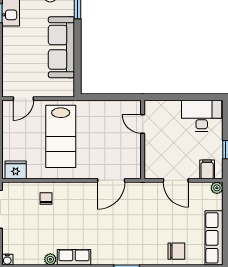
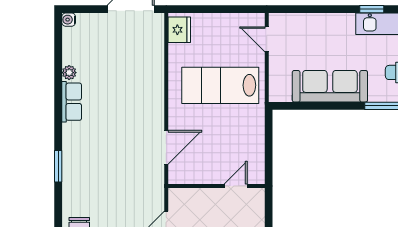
door: (111, 180) -> (166, 147), swing flipped
chair: (46, 198) -> (144, 67), removed

